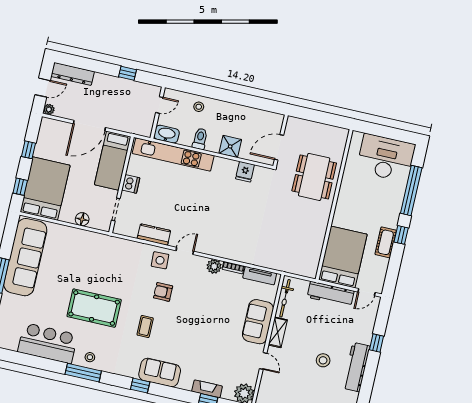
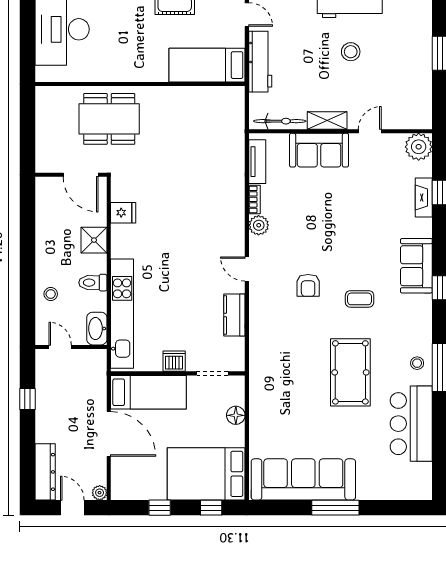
bed: (343, 257) -> (207, 65), width x0.67
side table: (160, 260) -> (267, 299), removed

